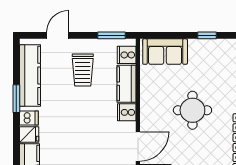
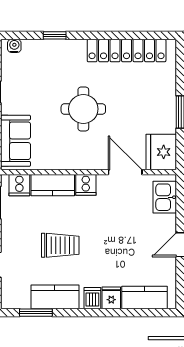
trolley: (83, 70) -> (60, 245), moved
kitchen counter: (30, 75) -> (55, 297), width x0.67
window: (16, 99) -> (36, 313), moved

